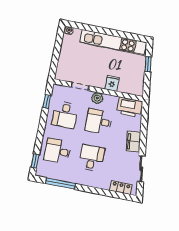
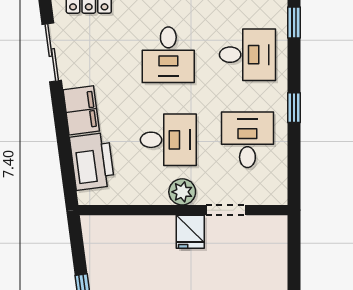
fridge: (112, 83) -> (190, 232), moved
window: (47, 101) -> (294, 108), moved
printer: (129, 107) -> (92, 161), moved, turned 82

